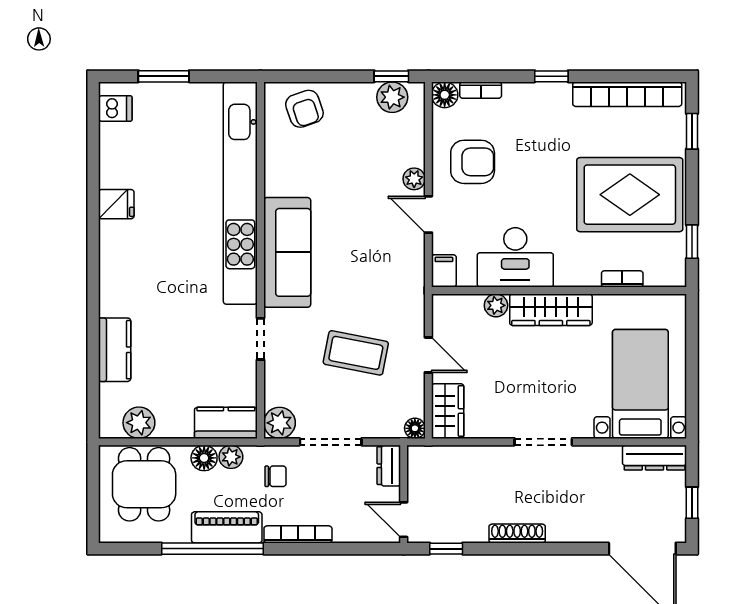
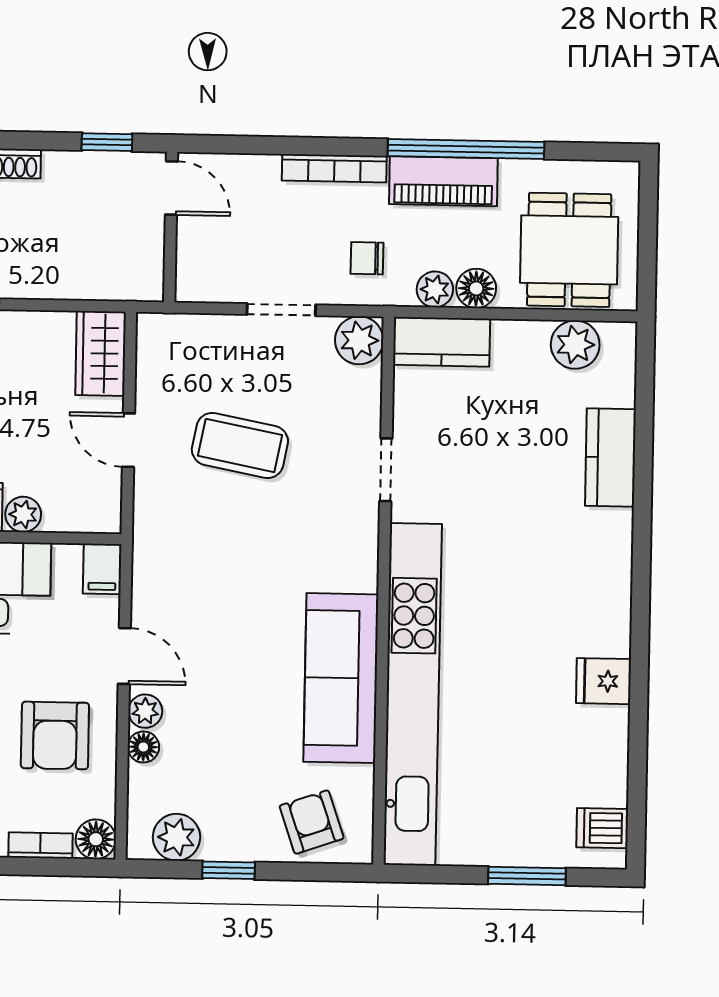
window: (391, 76) -> (229, 870), moved
armchair: (473, 162) -> (55, 735), turned -90
sofa: (287, 252) -> (341, 678), moved
floor lamp: (415, 428) -> (143, 747), moved
doorway: (331, 442) -> (281, 310), width x0.73
dresser: (389, 466) -> (193, 271), removed

